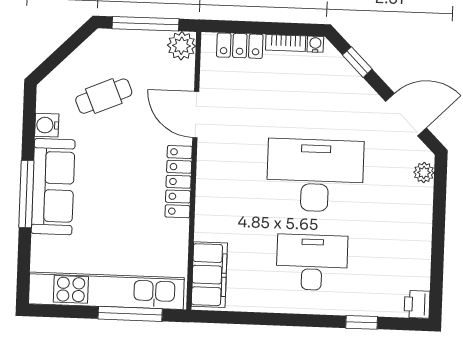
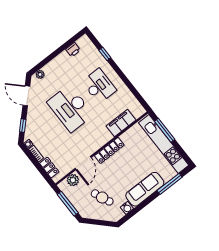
plant: (182, 46) -> (73, 180), moved
window: (26, 194) -> (170, 184), moved
desk: (312, 262) -> (99, 86), turned 180
filing cabinet: (209, 275) -> (121, 123), moved
printer: (417, 304) -> (73, 50), moved

